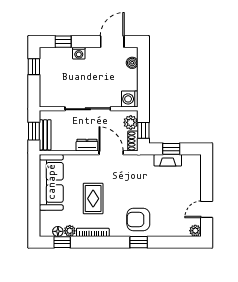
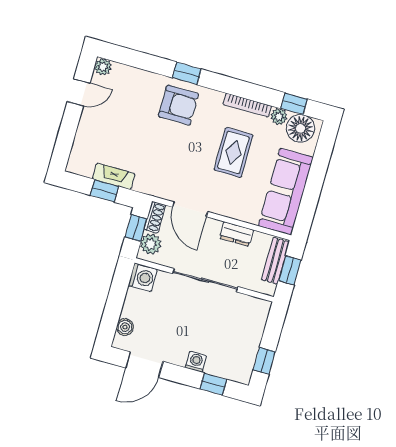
dresser: (87, 145) -> (237, 234), moved
floor lamp: (58, 231) -> (300, 128), width x1.89, depth x1.89

